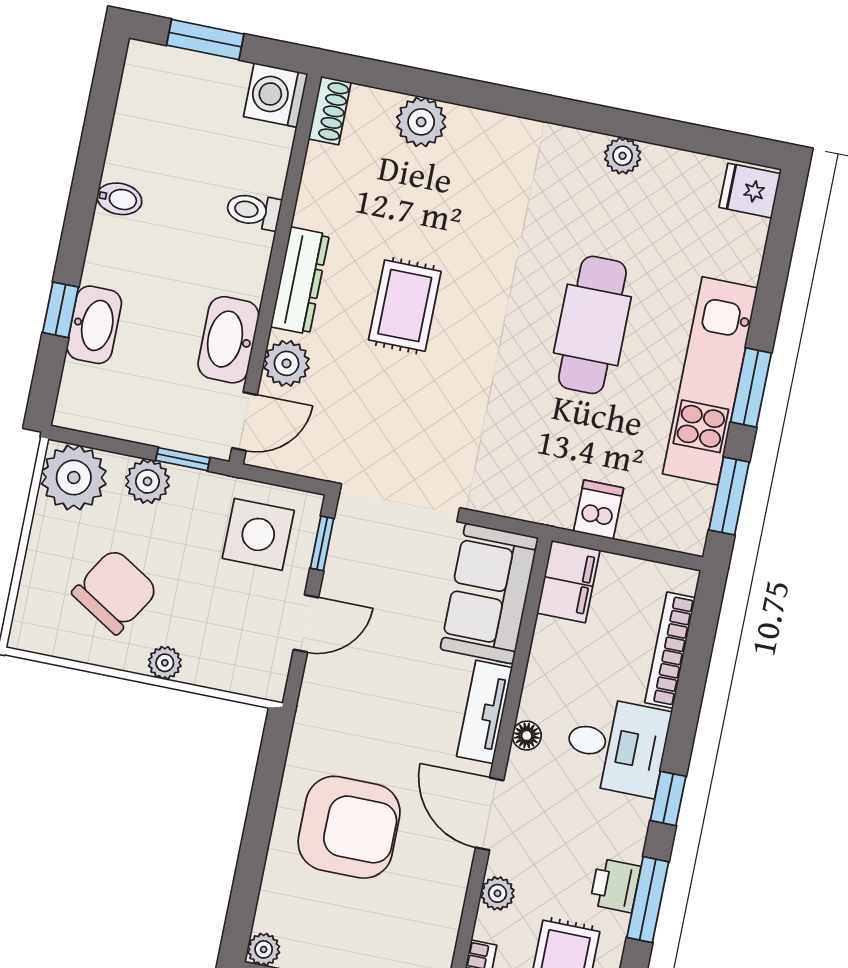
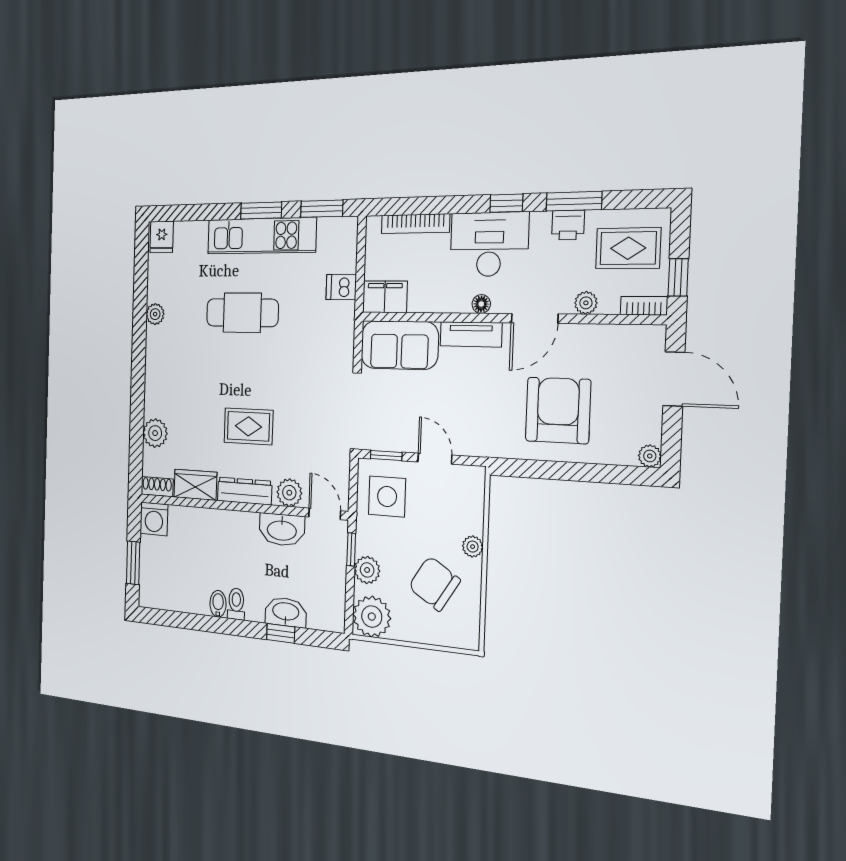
wardrobe: (323, 188) -> (195, 485), added
toilet: (254, 211) -> (236, 604), moved, turned 180
desk: (616, 746) -> (489, 244), width x1.37

